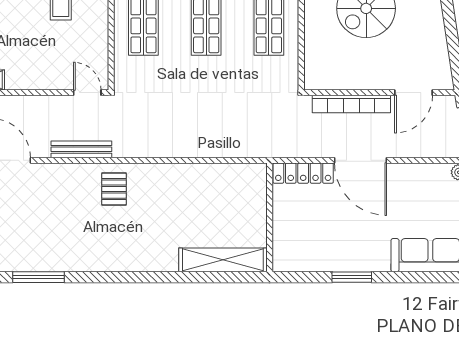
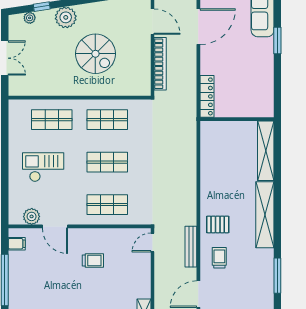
door: (360, 160) -> (198, 27), moved
trolley: (65, 191) -> (219, 258), added
shelving: (128, 259) -> (265, 215), added
window: (352, 277) -> (277, 41), moved

